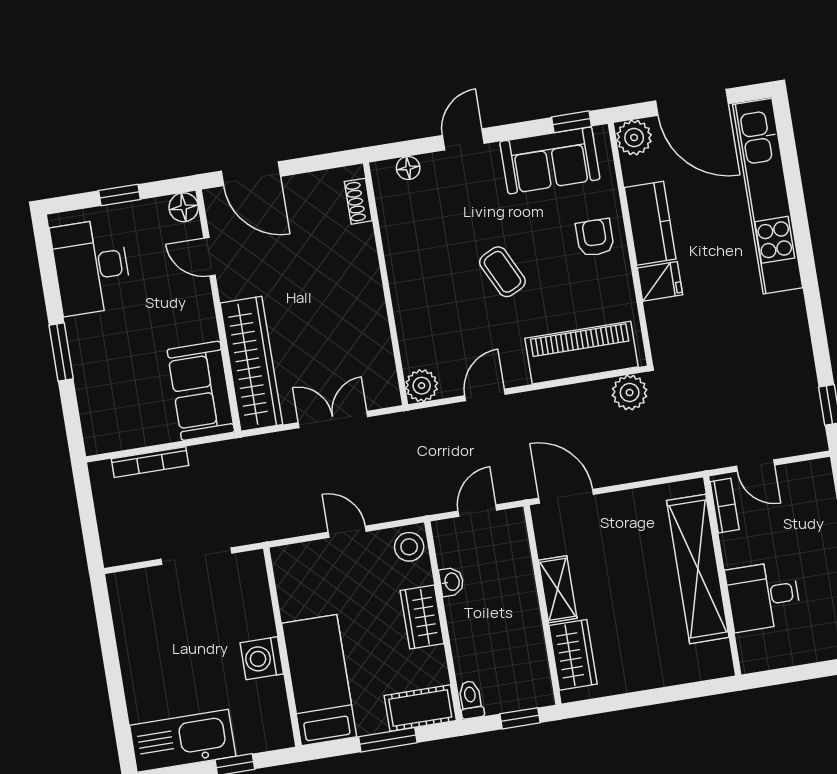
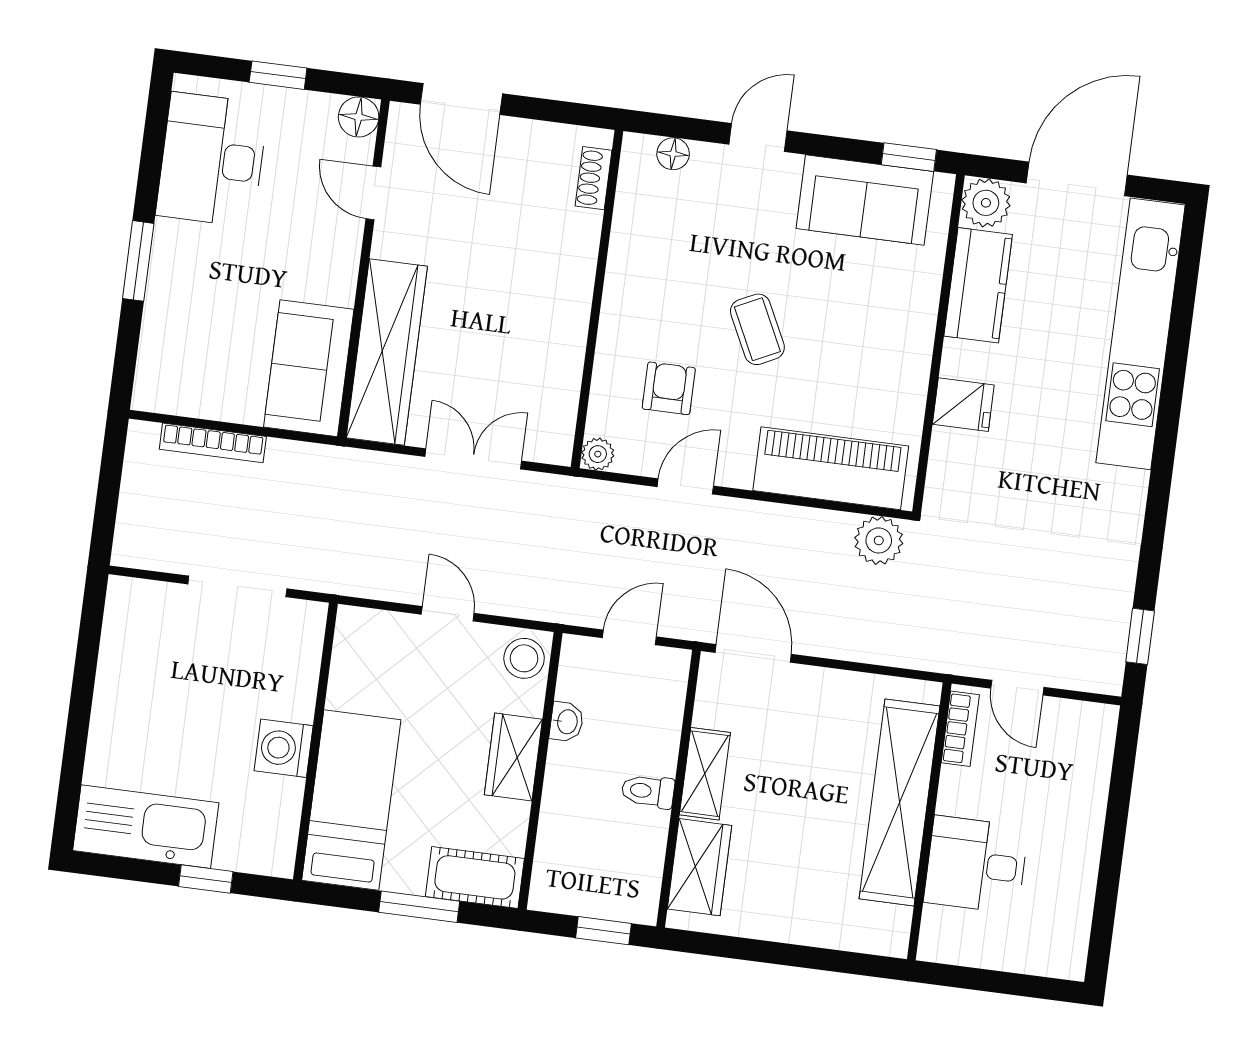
door: (692, 102) -> (1077, 179), swing flipped
kitchen counter: (650, 223) -> (978, 285), moved
armchair: (595, 238) -> (669, 388), moved
plant: (422, 386) -> (598, 454), width x0.73, depth x0.73
toilet: (471, 700) -> (648, 791), moved, turned -90

